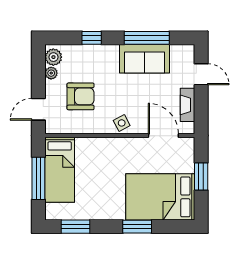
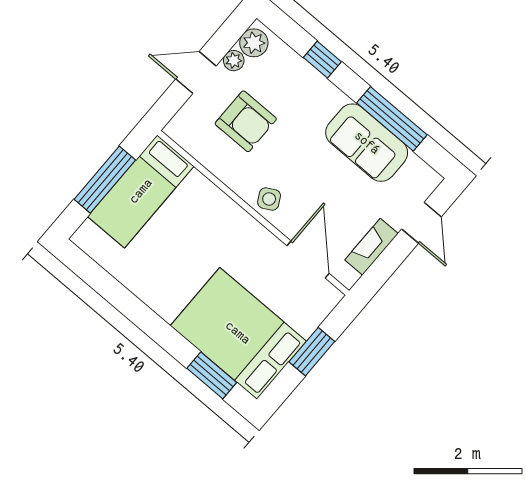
door: (38, 109) -> (196, 72), moved
window: (75, 227) -> (100, 280), removed
window: (137, 227) -> (212, 375), moved

